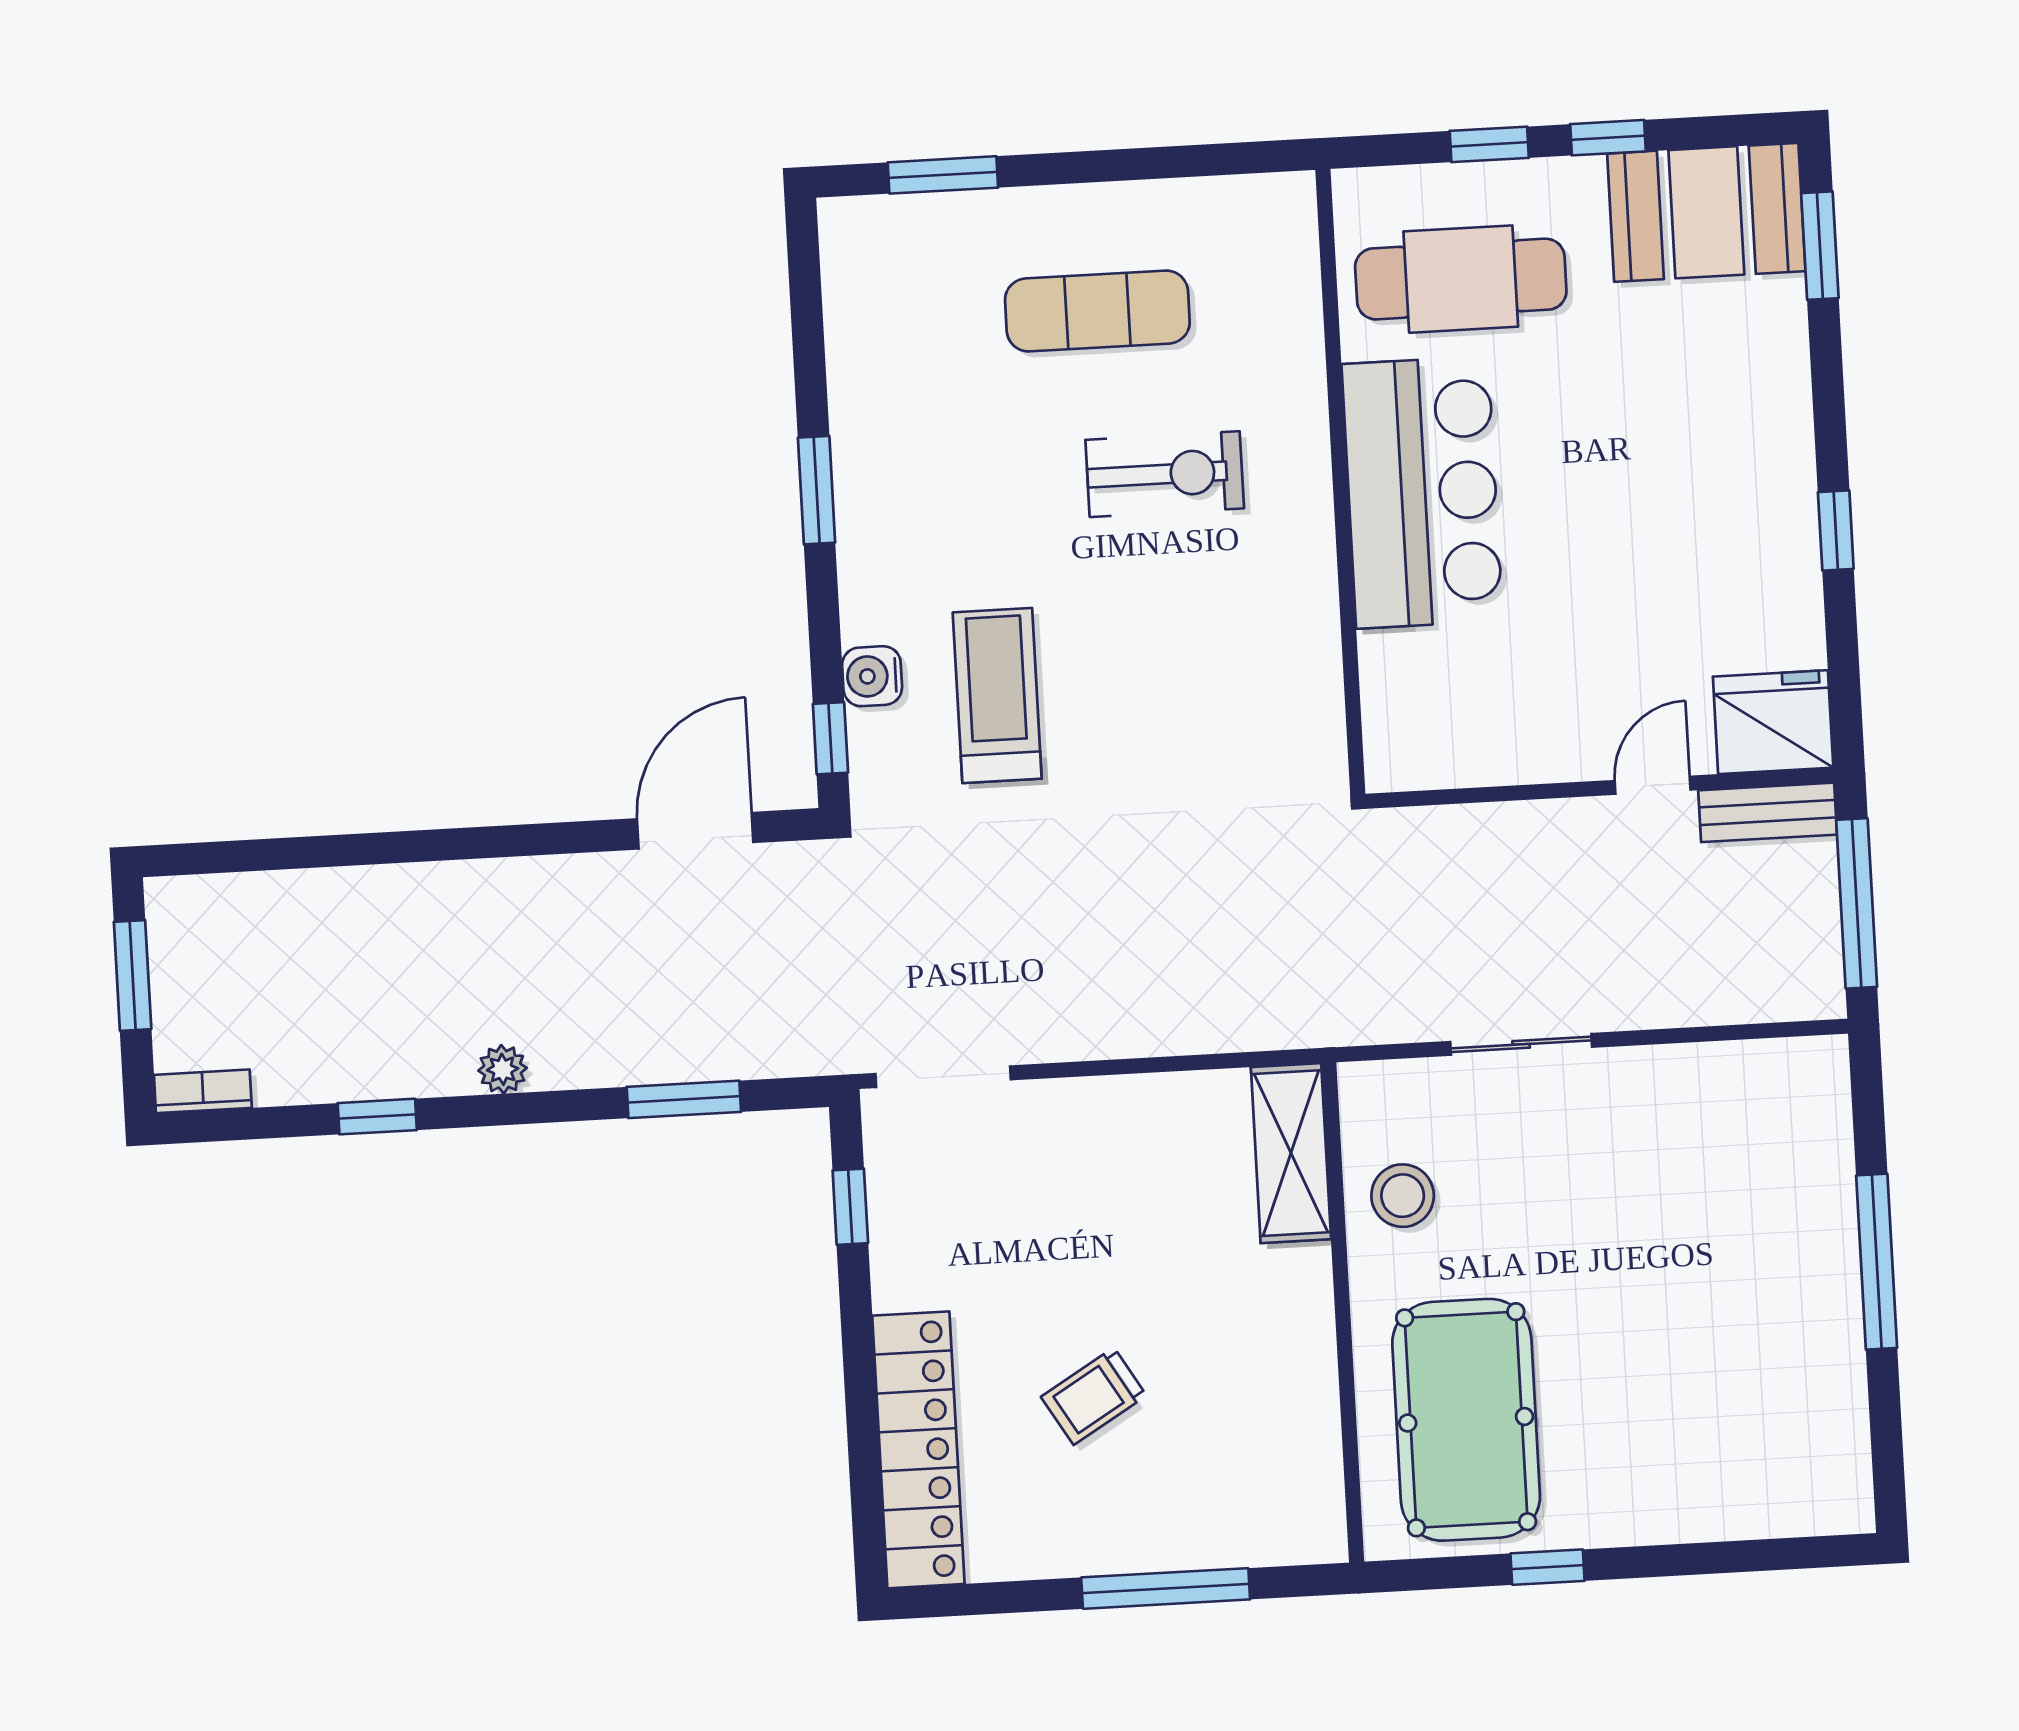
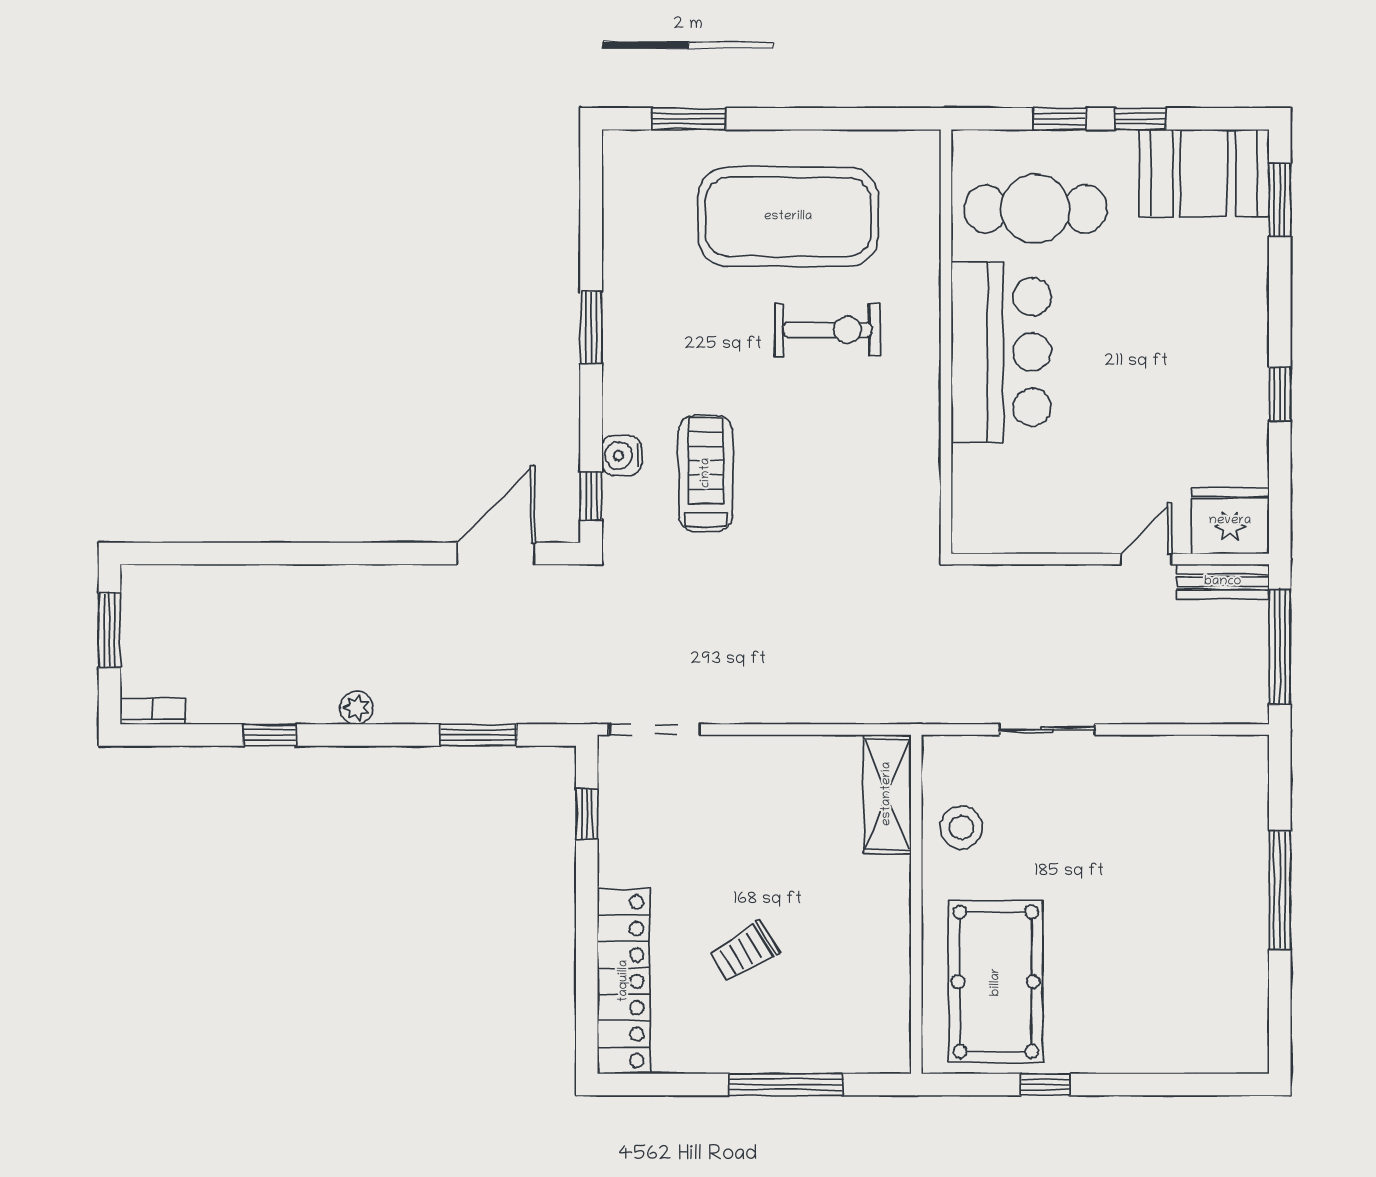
exercise mat: (1097, 311) -> (788, 217), width x2.00, depth x1.45

